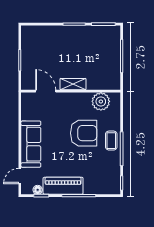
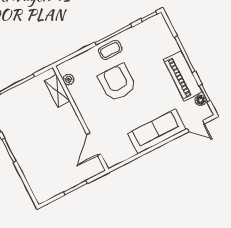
shelving: (73, 84) -> (57, 91), moved
plant: (101, 101) -> (69, 79), width x0.53, depth x0.53

